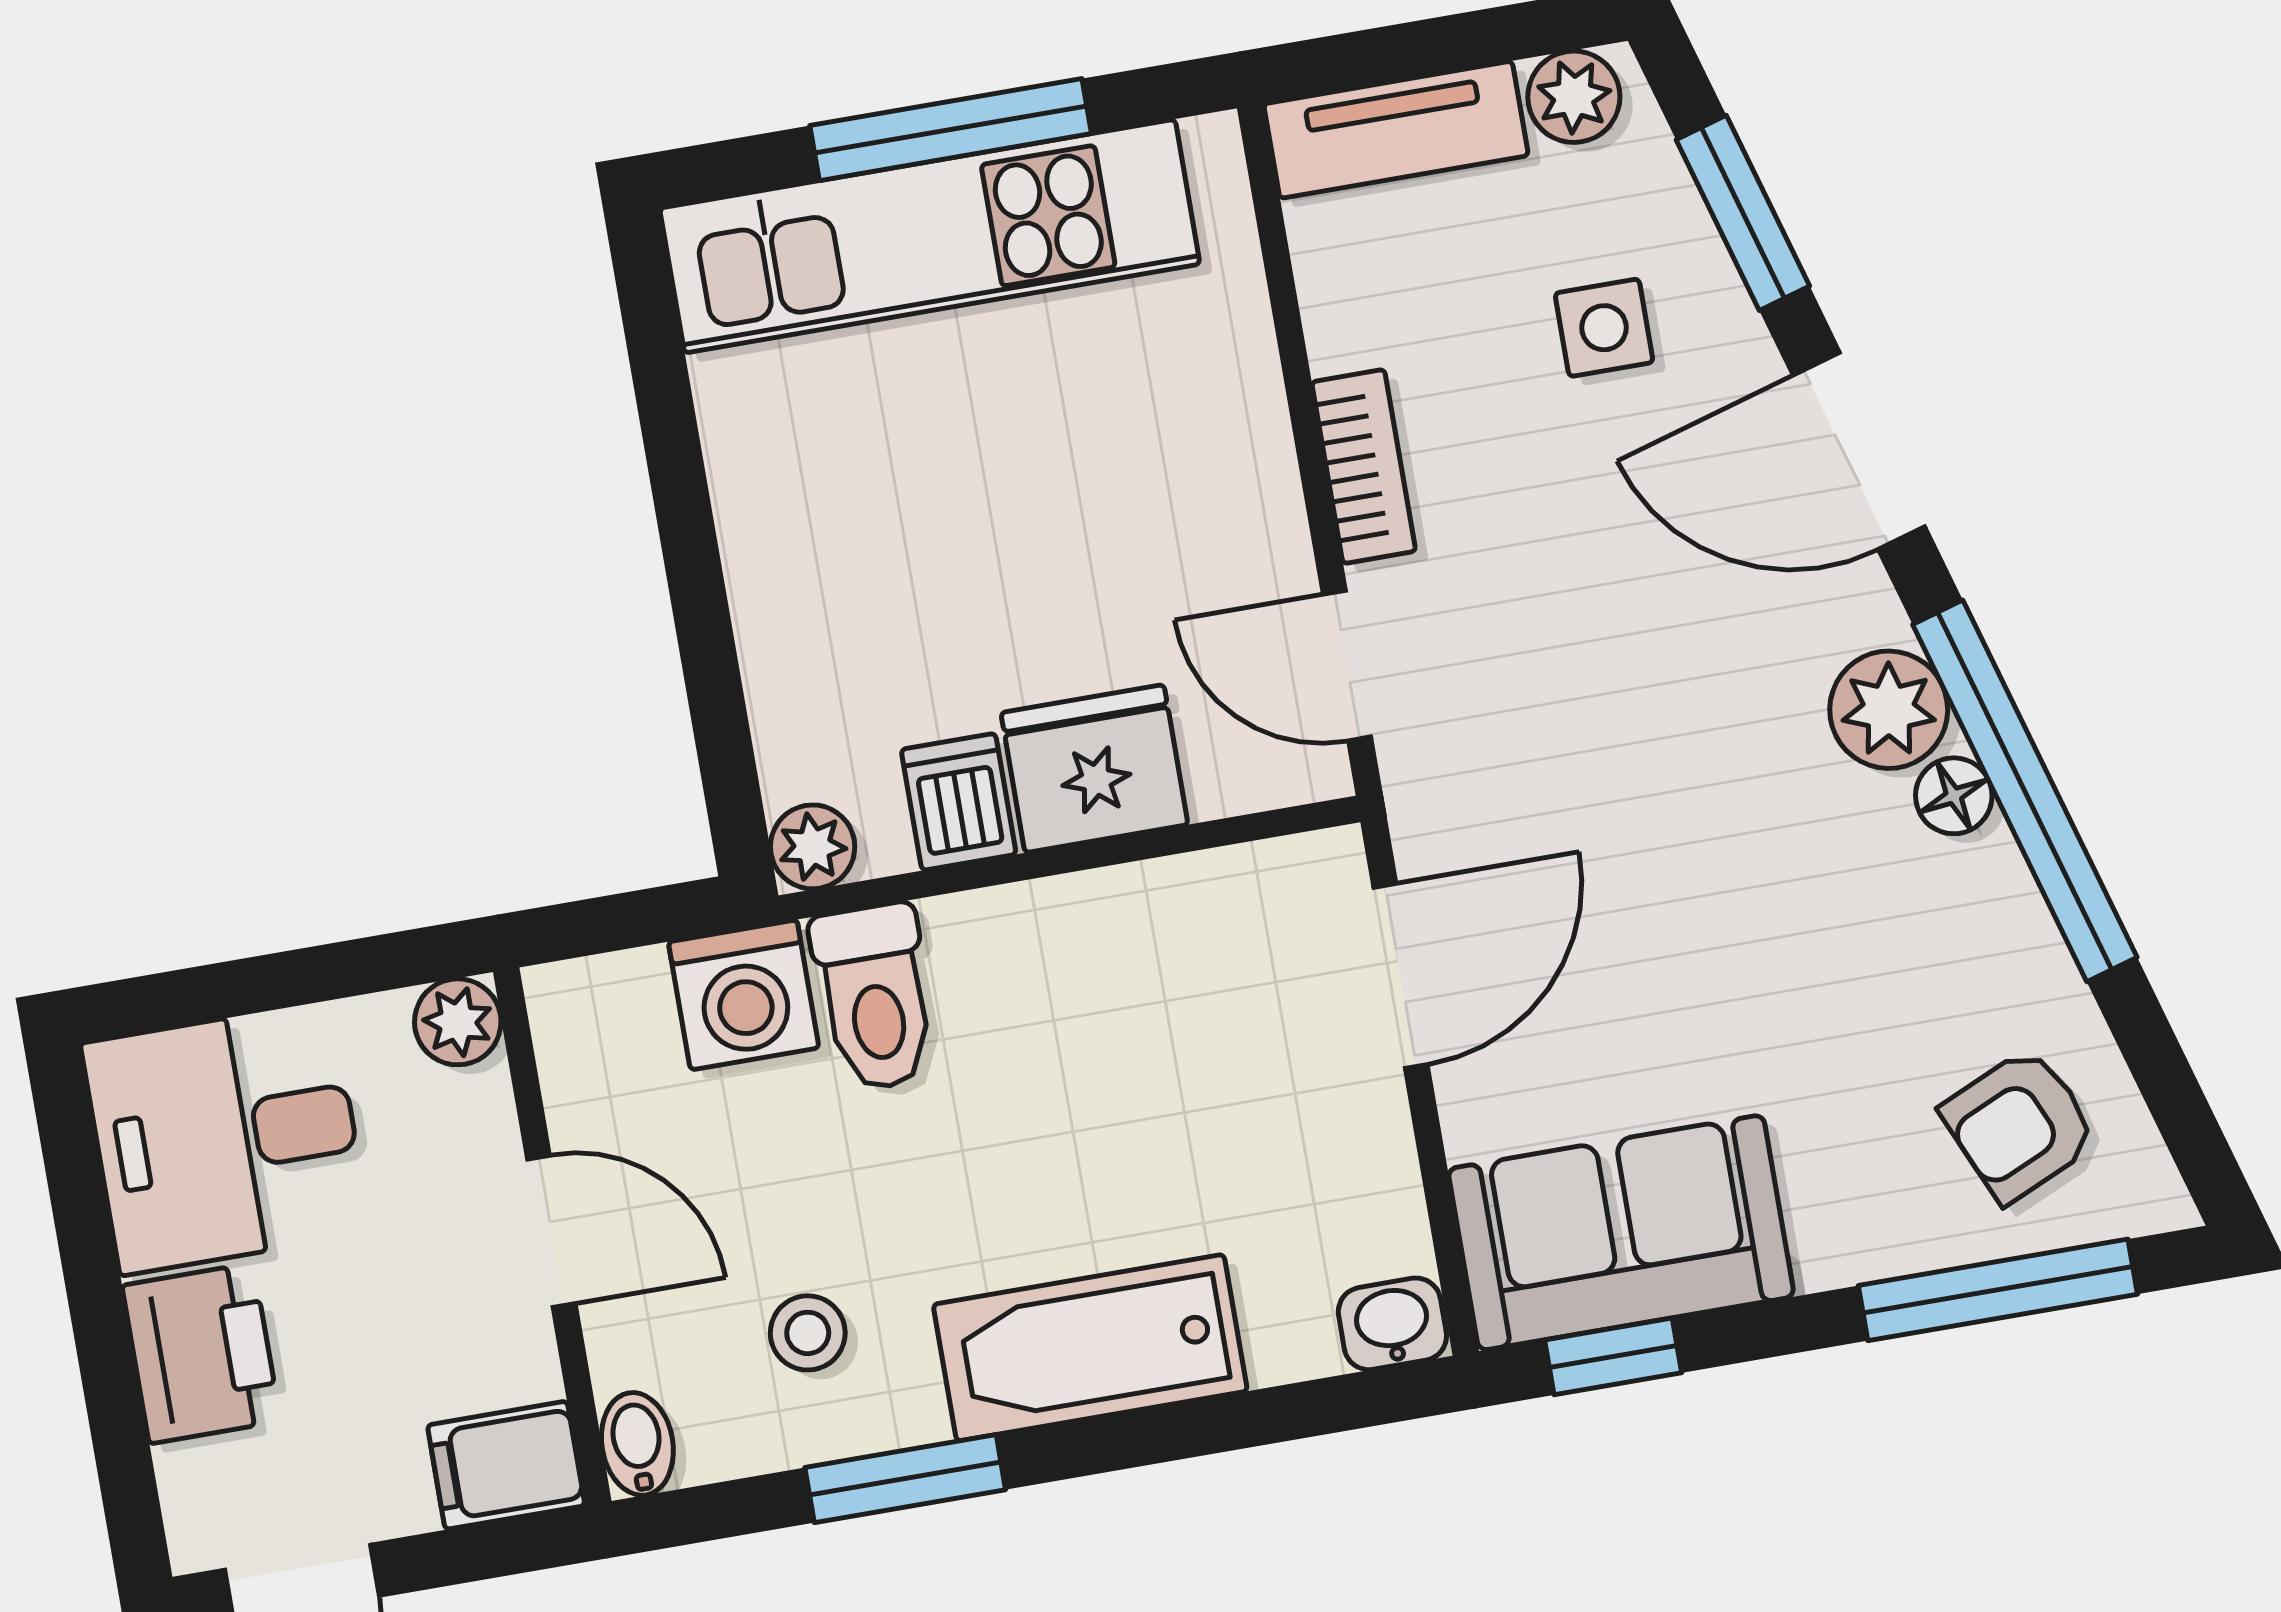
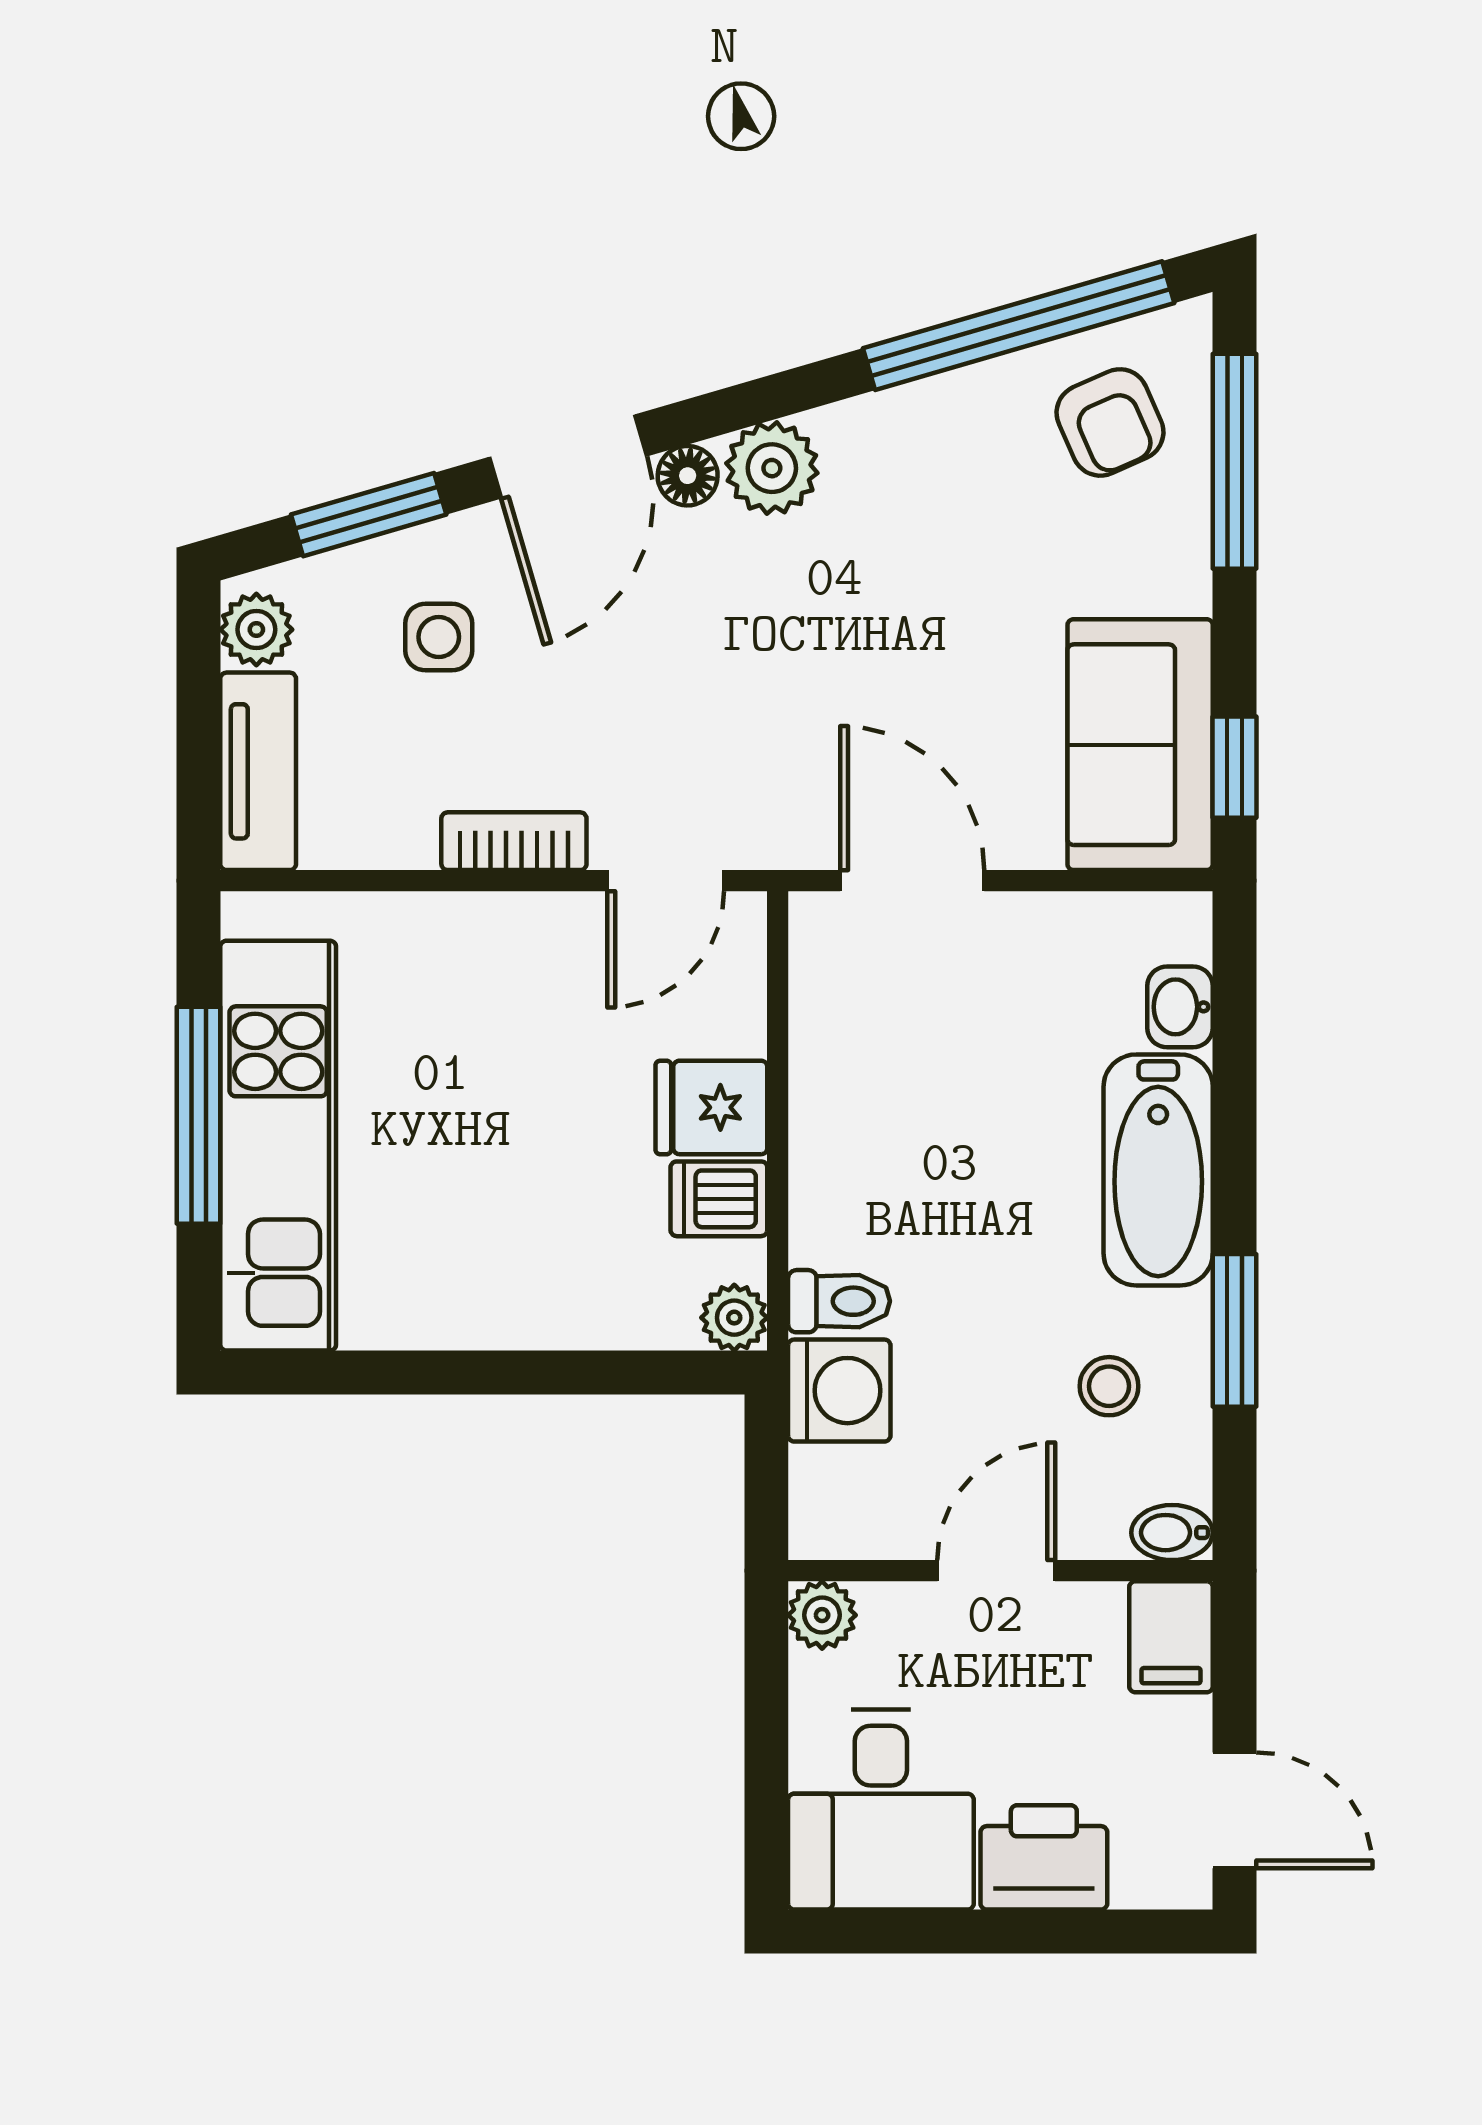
fridge: (1094, 769) -> (711, 1107), width x0.72
window: (2025, 791) -> (1019, 326), moved
floor lamp: (1954, 796) -> (688, 476), moved
toilet: (875, 997) -> (839, 1301), width x0.73, depth x0.72
washbasin: (1392, 1324) -> (1180, 1007), moved

